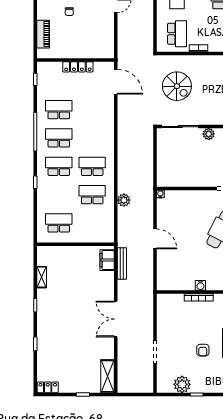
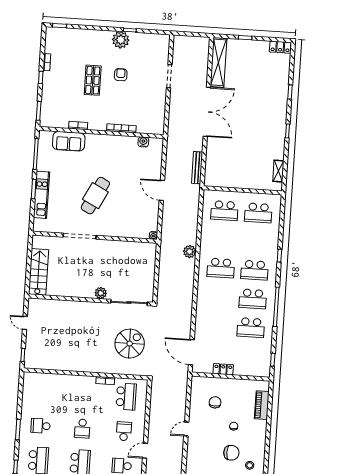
chair: (89, 34) -> (215, 402), added
school desk: (177, 34) -> (126, 397), turned 180
locker: (78, 67) -> (223, 369), width x0.66
spiral stairs: (177, 86) -> (130, 344), turned 90
school desk: (92, 195) -> (224, 211), moved
plant: (124, 200) -> (190, 252), moved
filing cabinet: (107, 260) -> (212, 172), removed
shelving: (42, 277) -> (278, 171), moved
water cooler: (200, 285) -> (143, 142), moved
double door: (116, 319) -> (207, 112), width x1.36
shelving: (107, 376) -> (218, 62), width x1.47
plant: (182, 384) -> (121, 40), moved

